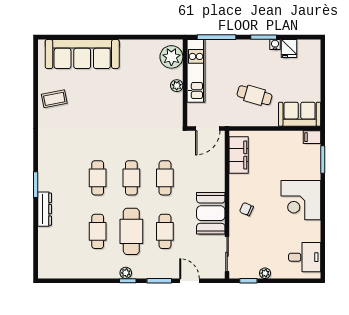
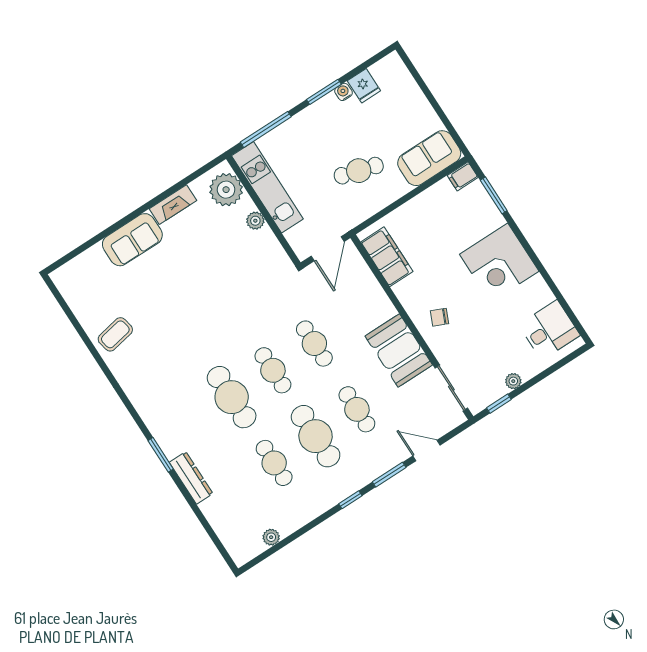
fireplace: (135, 46) -> (173, 205), added
sofa: (82, 54) -> (132, 240), width x0.54, depth x0.79
cafe table: (98, 178) -> (232, 397), width x1.37, depth x1.35
plant: (126, 273) -> (271, 537), moved

